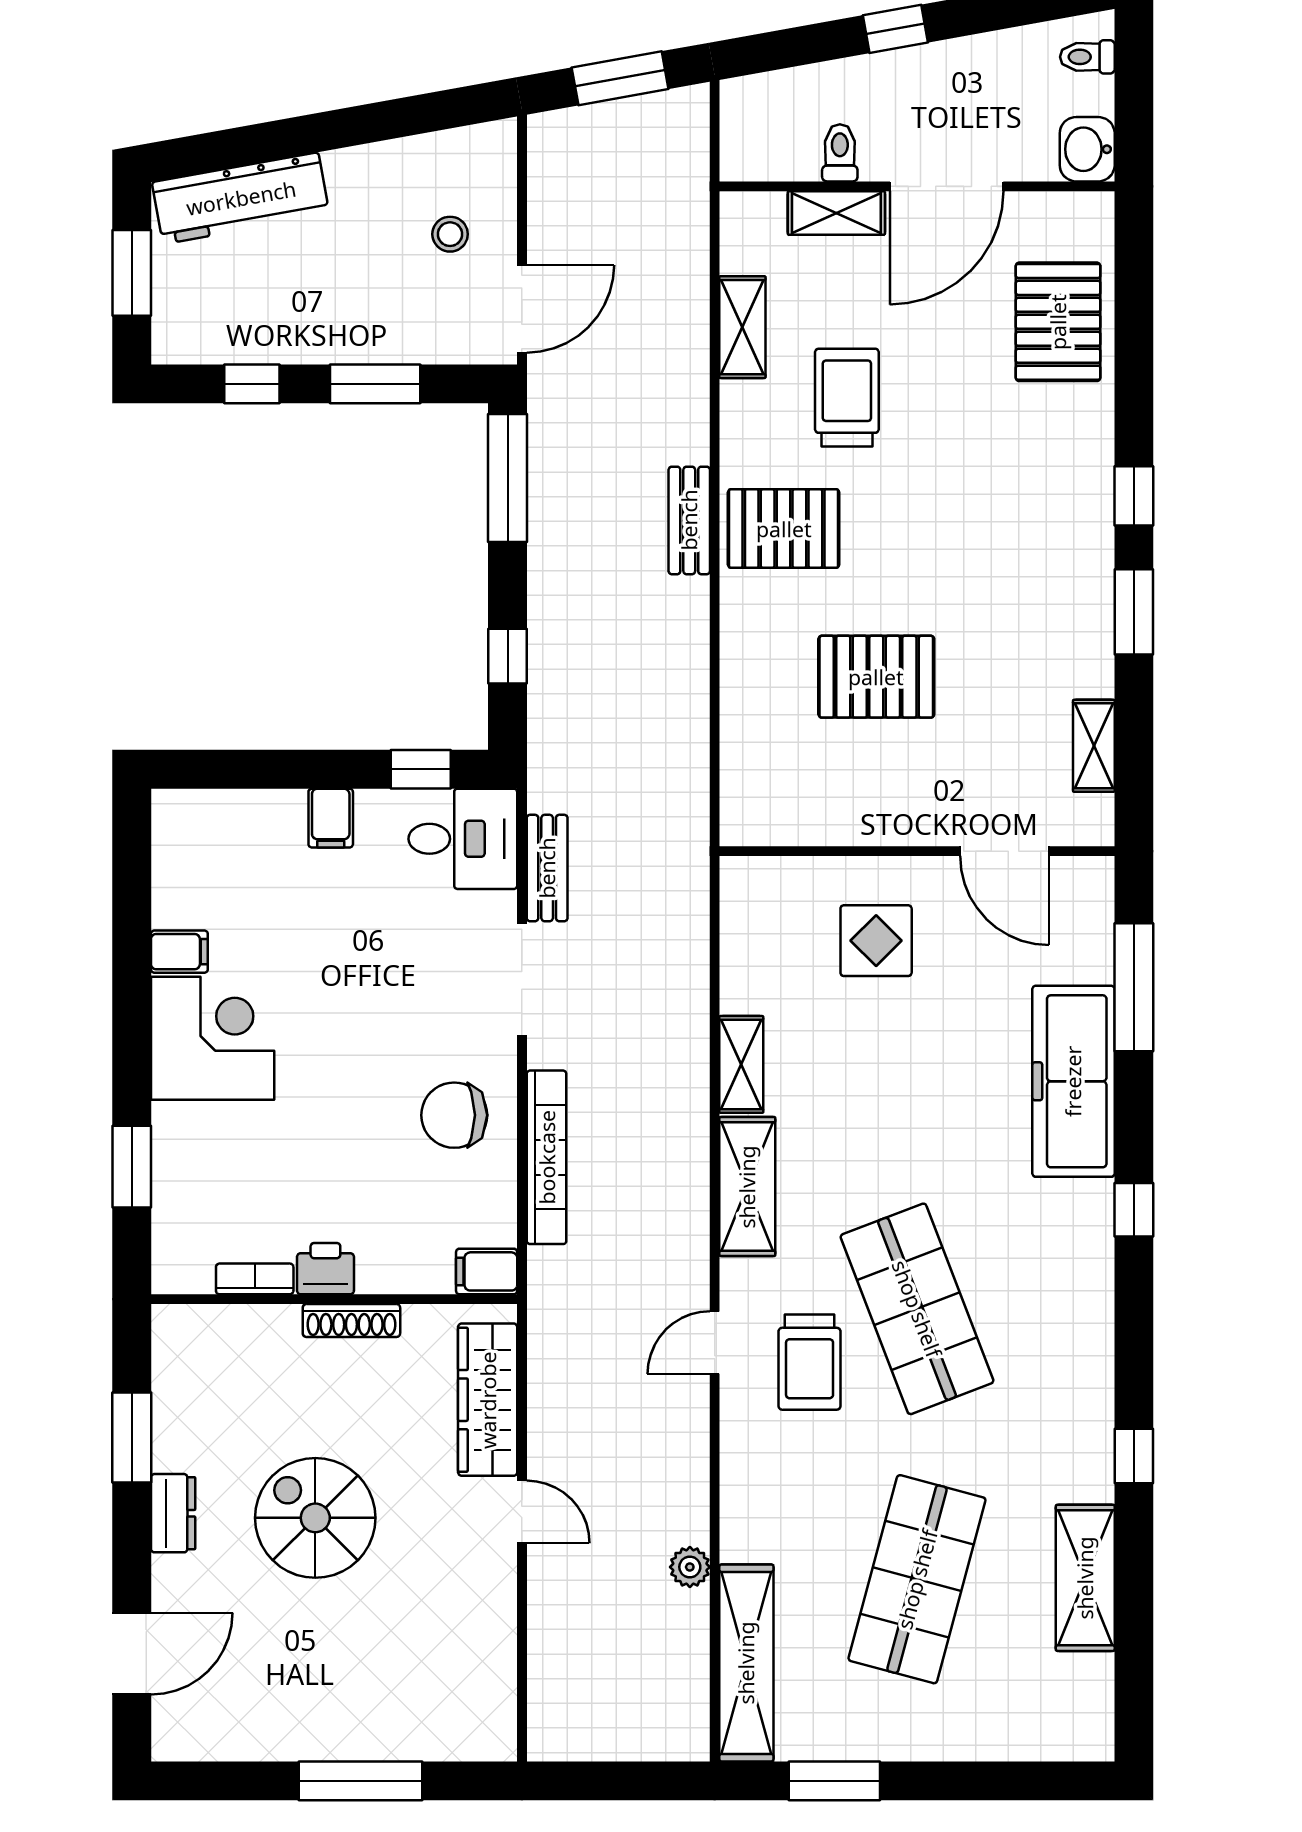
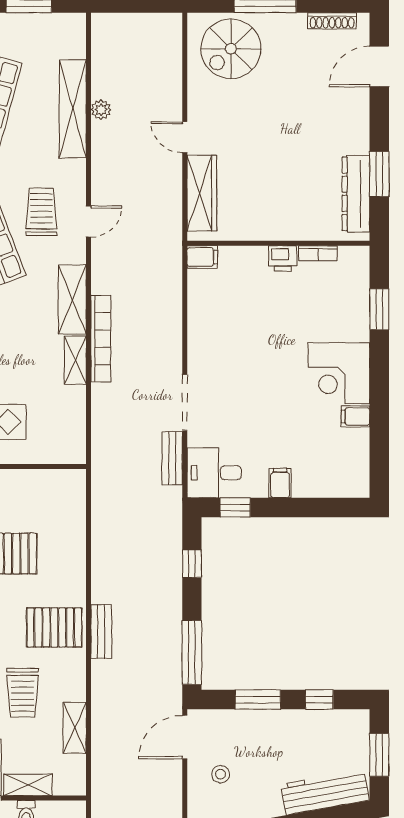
chair: (454, 1115) -> (218, 335), removed
bookcase: (547, 1157) -> (101, 339), moved, turned 180
shoe rack: (351, 1321) -> (332, 21), moved, turned 180
dresser: (173, 1513) -> (356, 194), moved, width x1.96, depth x1.24
spiral stairs: (315, 1518) -> (231, 49), moved, turned 90
shelving: (746, 1663) -> (73, 109), moved

